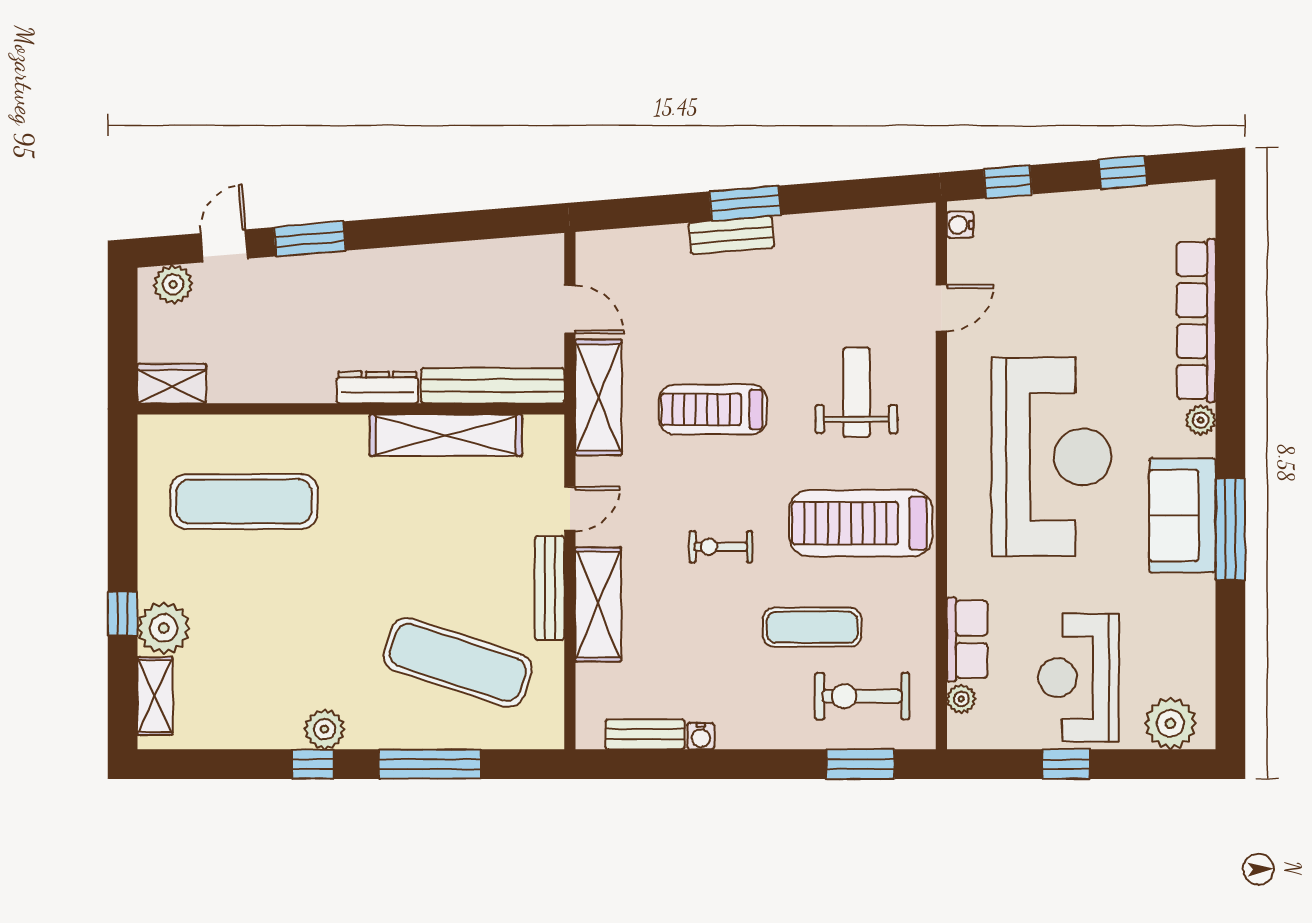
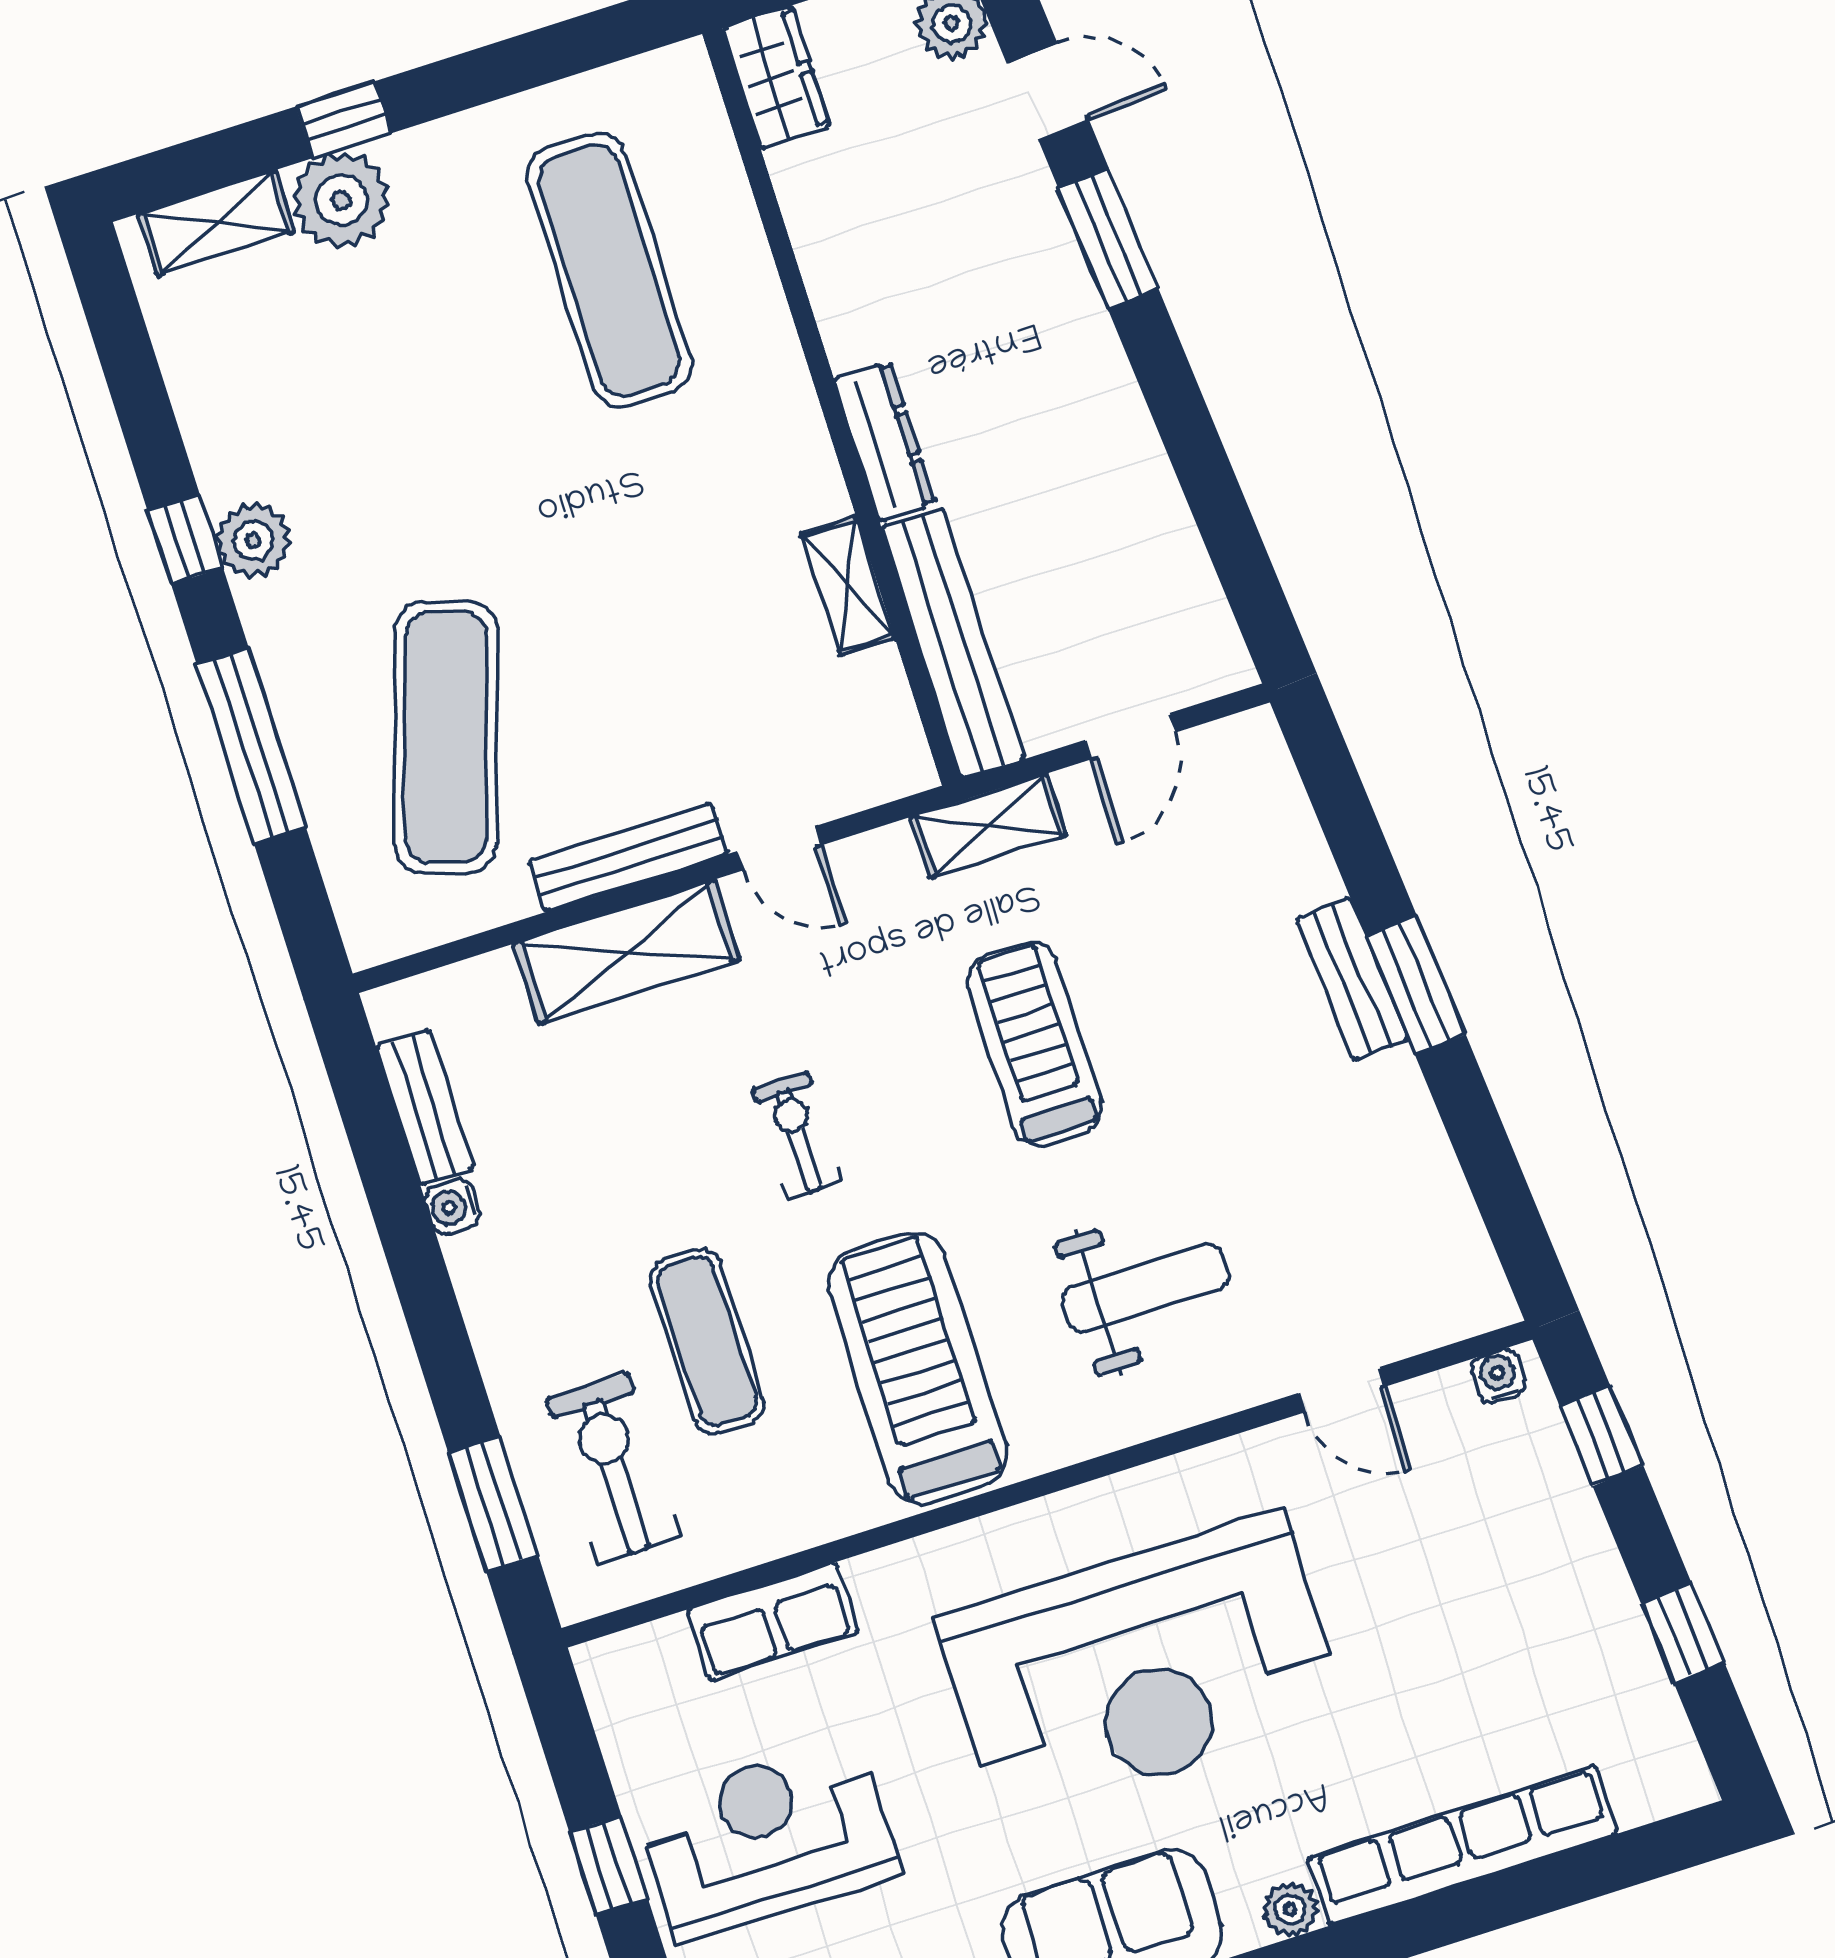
shelving: (598, 397) -> (988, 826), width x0.67, depth x0.75
shelving: (446, 435) -> (848, 586), width x0.45, depth x0.75
plant: (961, 699) -> (664, 1644), removed

